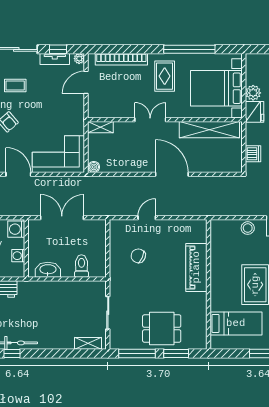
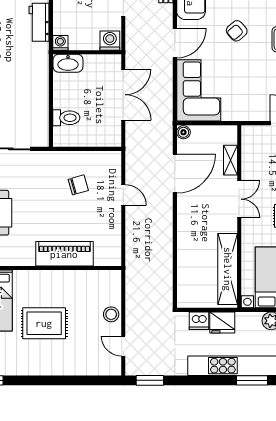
fridge: (255, 112) -> (222, 322), moved
shelving: (100, 127) -> (230, 160), moved
door: (172, 174) -> (175, 174), moved
washing machine: (18, 256) -> (60, 43), moved
chair: (138, 256) -> (78, 185), turned 50
washbasin: (48, 270) -> (68, 63), moved, turned 90

